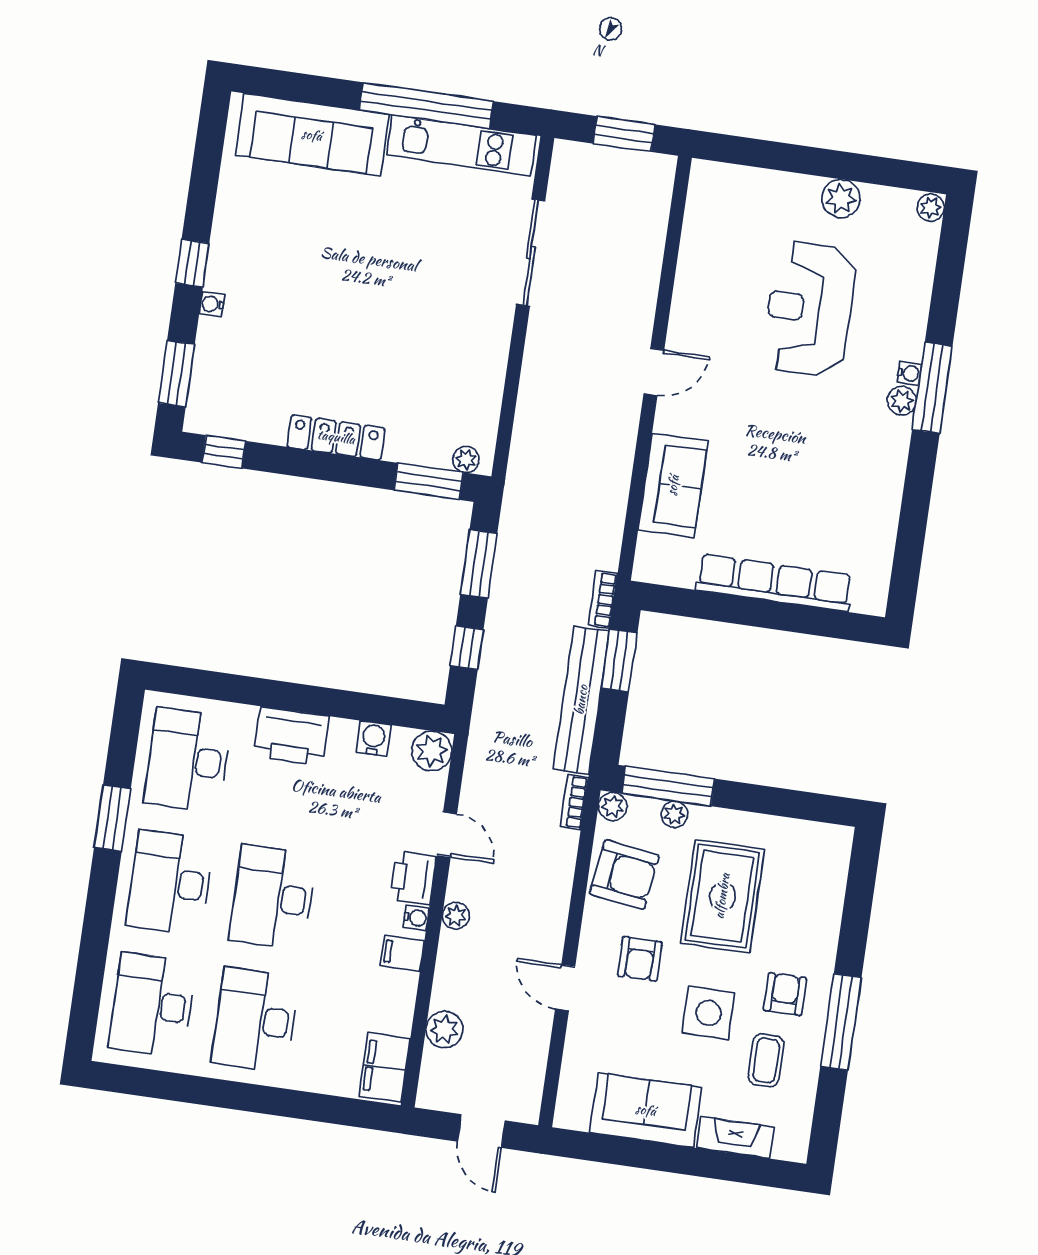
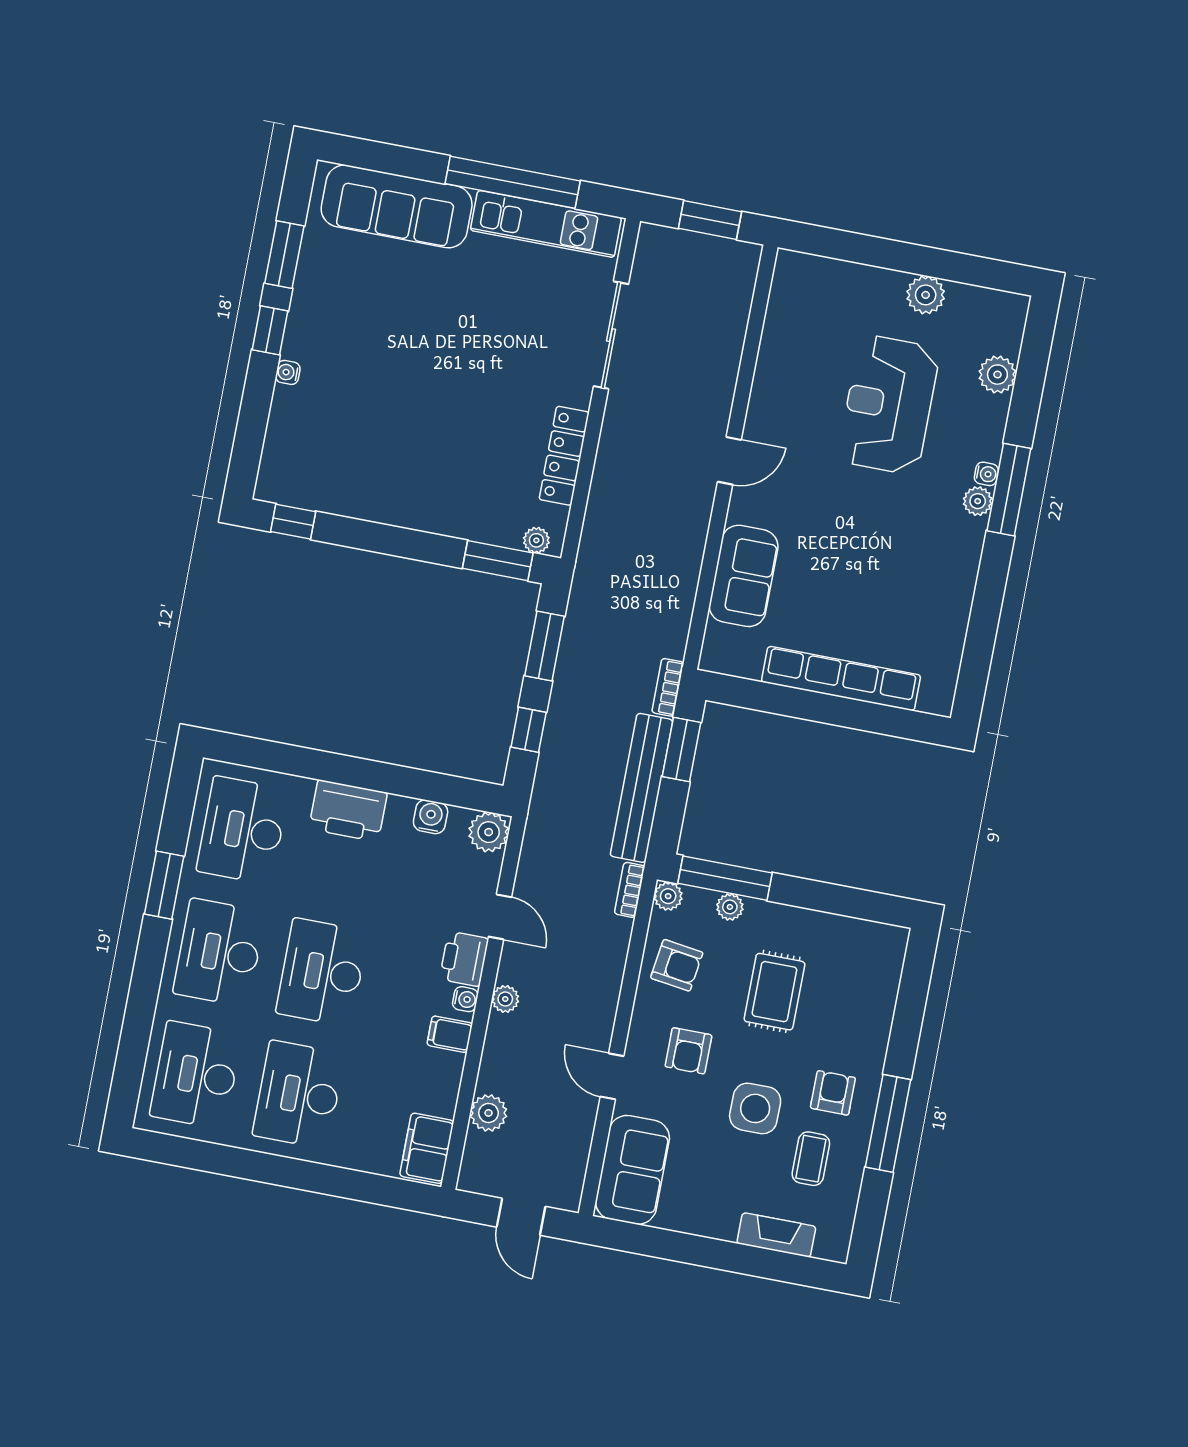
plant: (931, 207) -> (997, 375), moved, width x1.38, depth x1.38
window: (176, 374) -> (284, 255), moved
locker: (336, 437) -> (564, 456), moved, turned -90
armchair: (624, 875) -> (677, 965), width x0.72, depth x0.72
rug: (722, 896) -> (774, 992), width x0.73, depth x0.70
sofa: (646, 1110) -> (632, 1170), moved, turned 90

